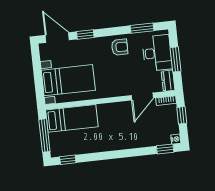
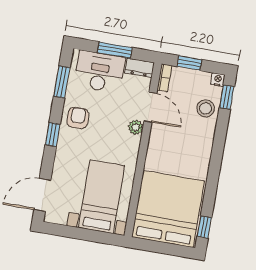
window: (85, 34) -> (53, 134), moved
plant: (125, 90) -> (136, 127), added
bed: (72, 118) -> (168, 209), width x2.04
window: (44, 135) -> (164, 248), removed
stool: (153, 136) -> (206, 108), added

